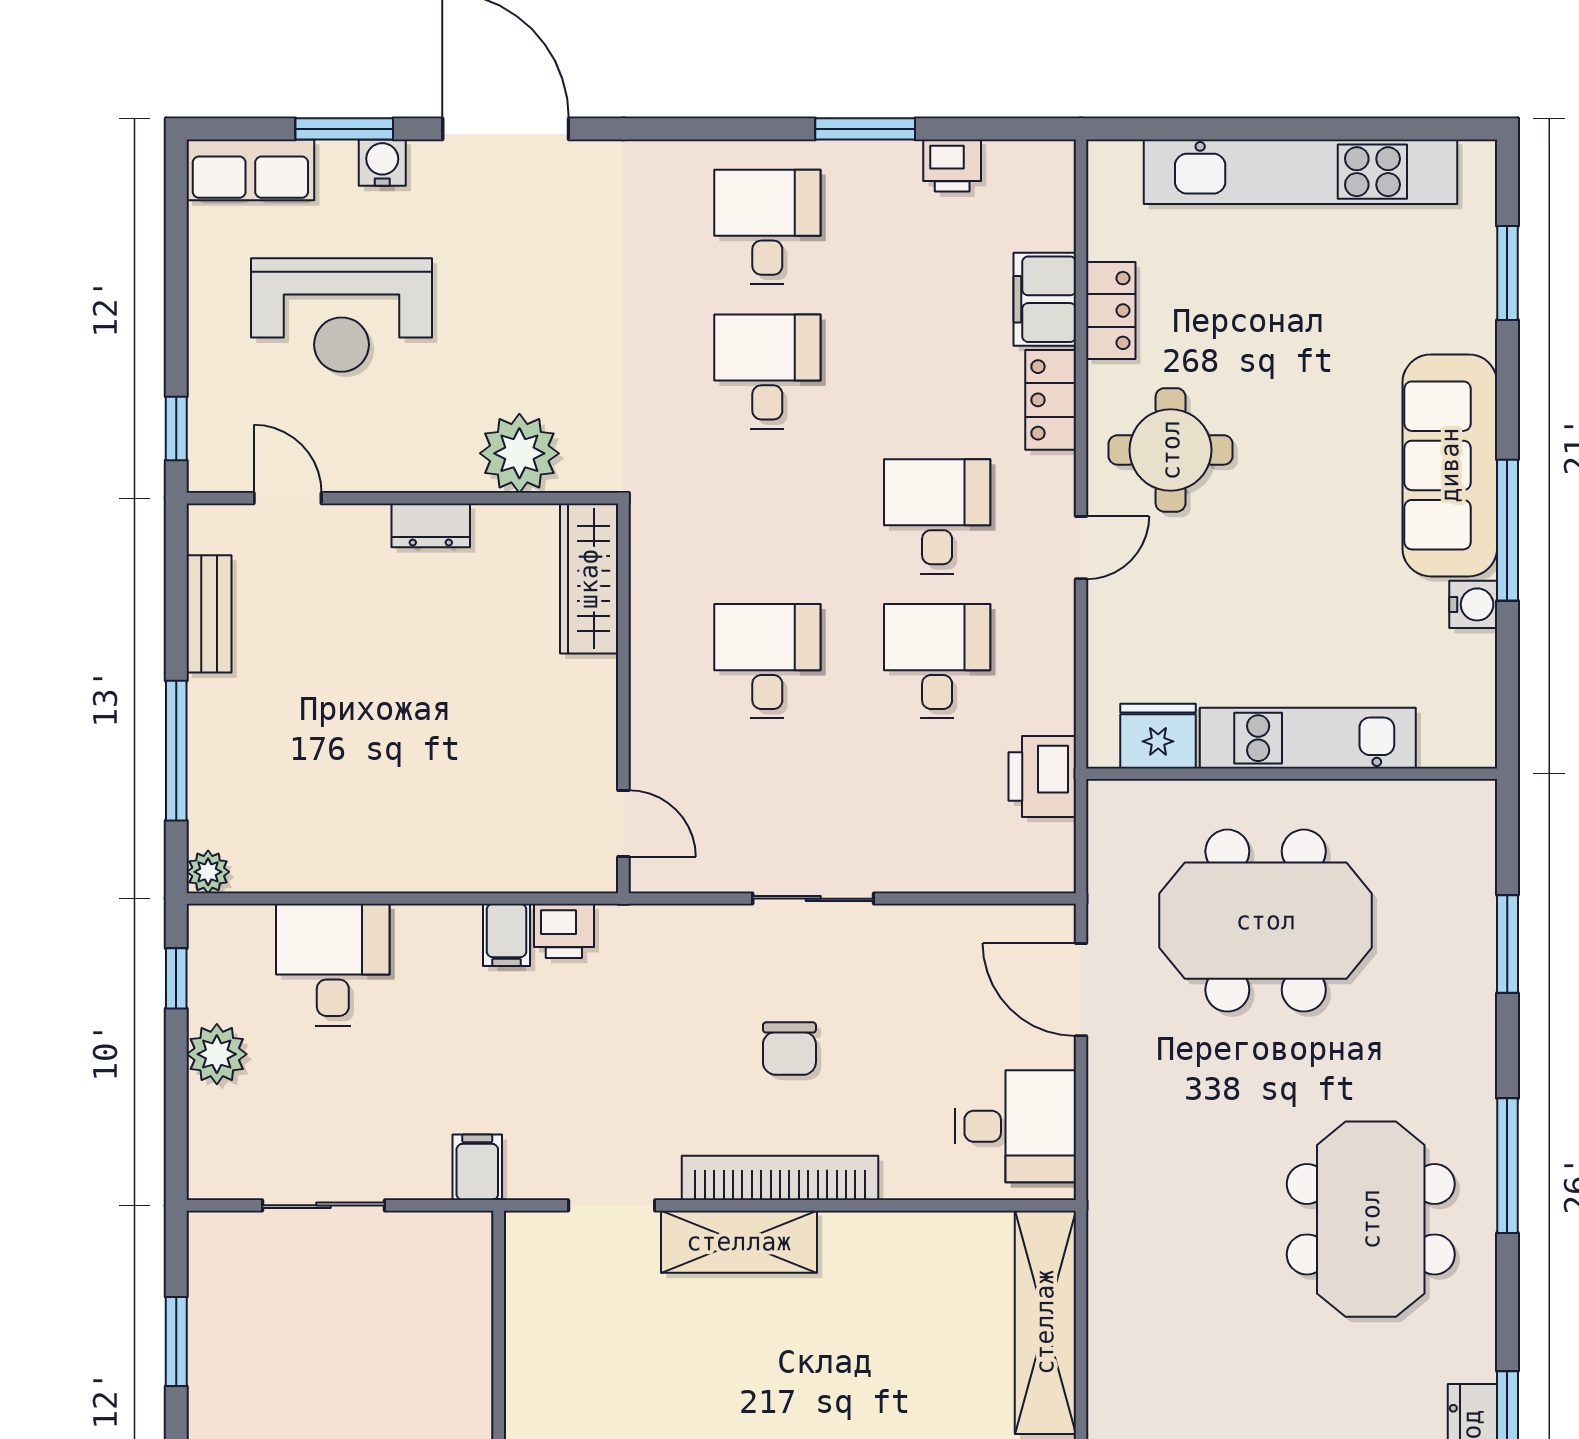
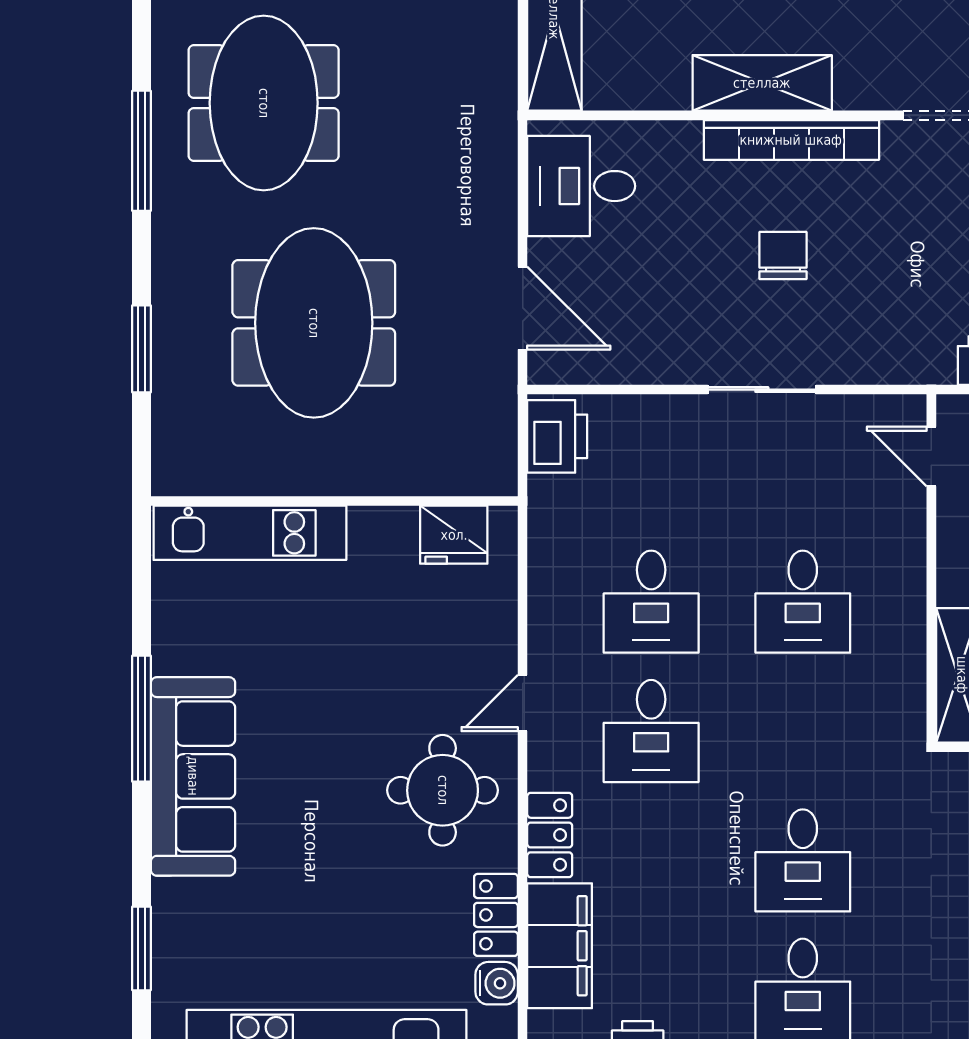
filing cabinet: (1045, 299) -> (560, 946), width x1.50, depth x1.17
water cooler: (1473, 604) -> (497, 983), moved, turned 180
kitchen unit: (1308, 738) -> (250, 533), moved
printer: (1042, 776) -> (557, 436), moved
meeting table: (1266, 921) -> (314, 323), moved, turned 90
shelving: (739, 1242) -> (762, 83), moved

